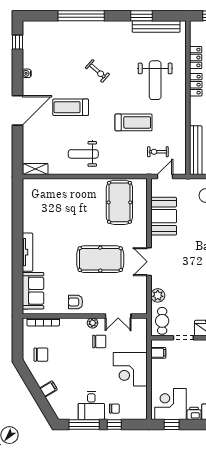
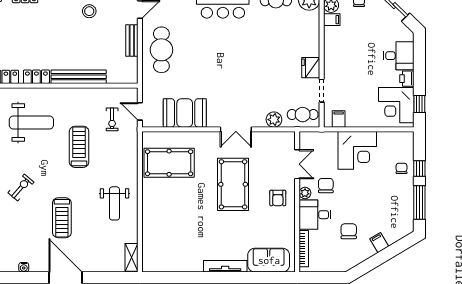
bench: (196, 150) -> (79, 77), moved
armchair: (76, 302) -> (278, 198), moved
chair: (41, 355) -> (349, 231), moved
desk: (91, 406) -> (315, 215), moved, turned 180

